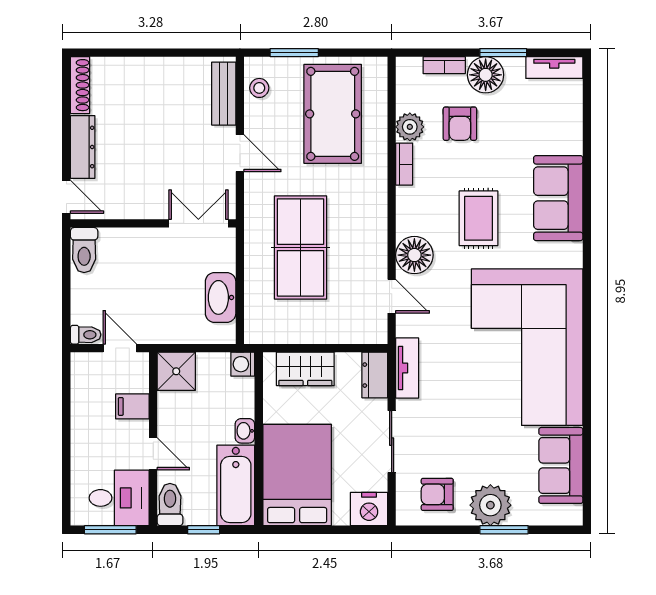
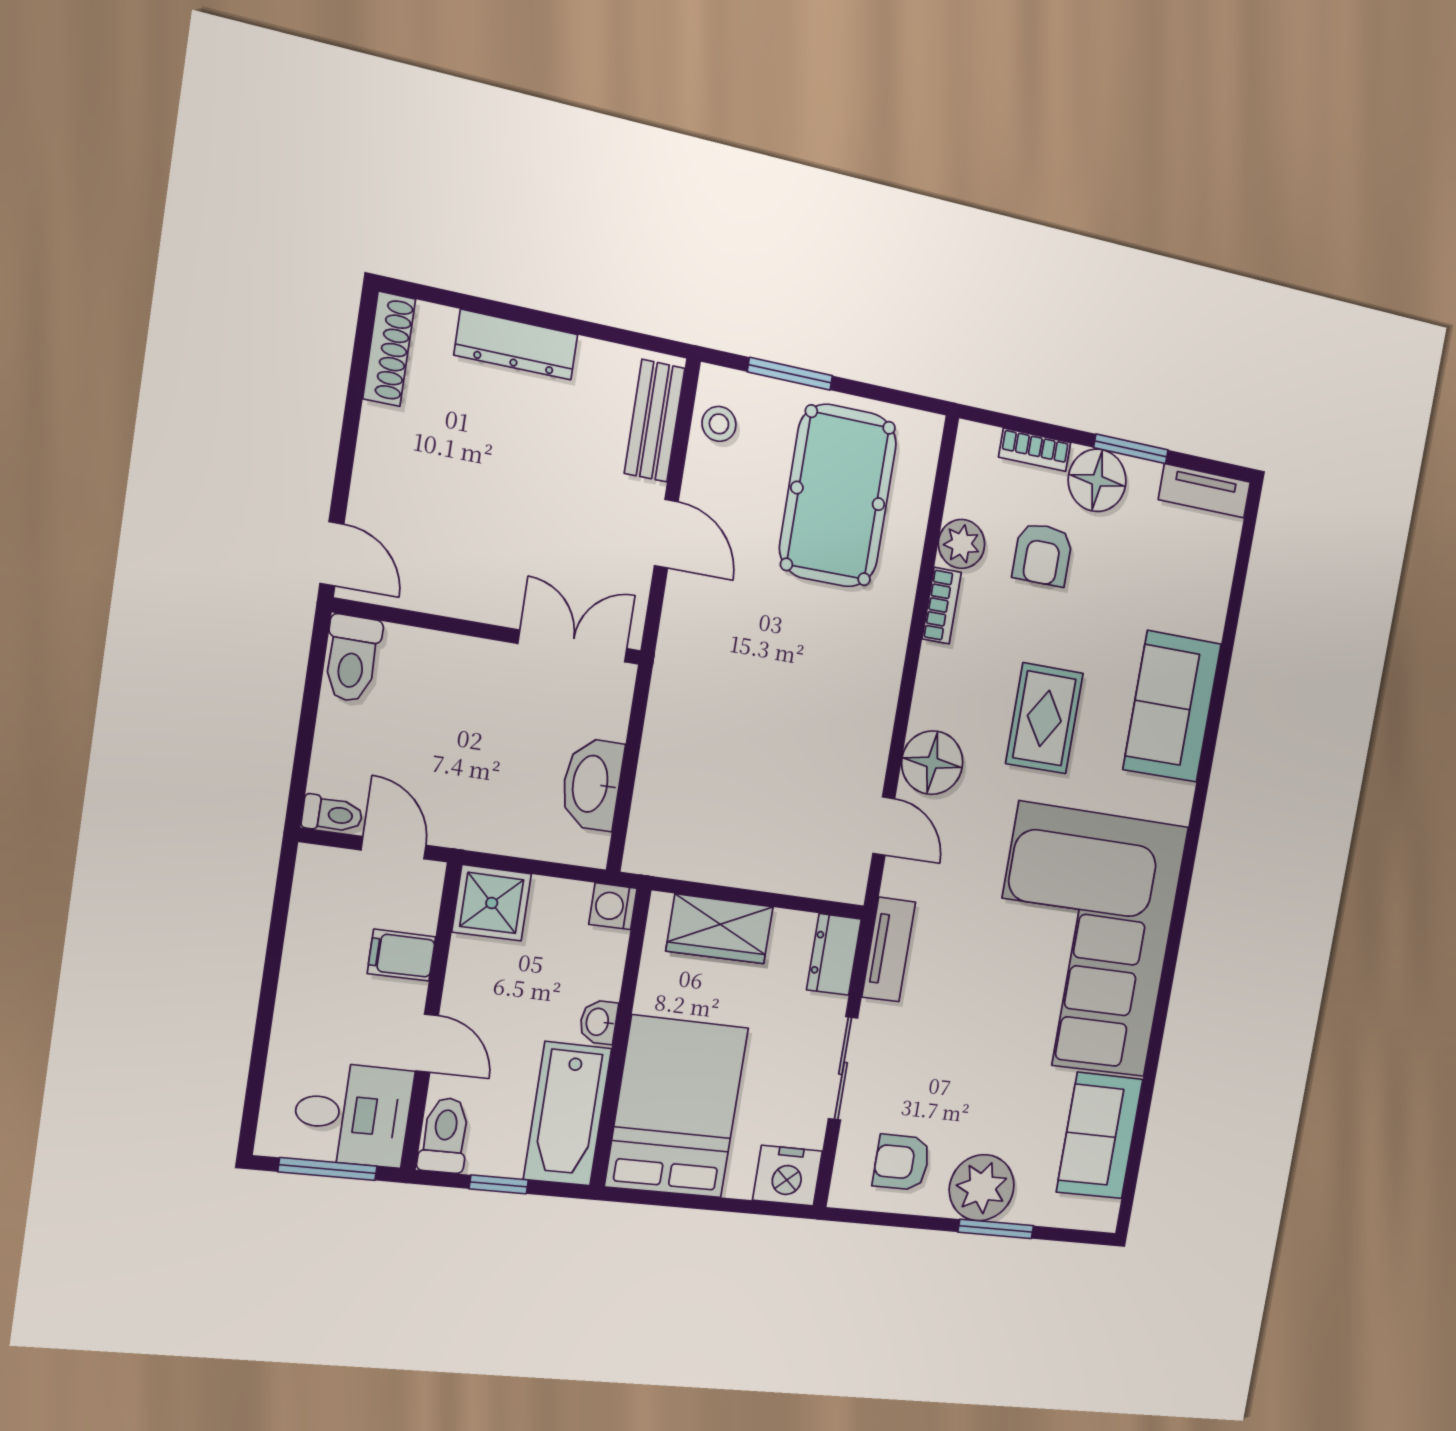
dresser: (83, 147) -> (516, 345), moved, turned 90
table tennis table: (300, 247) -> (745, 719), removed

